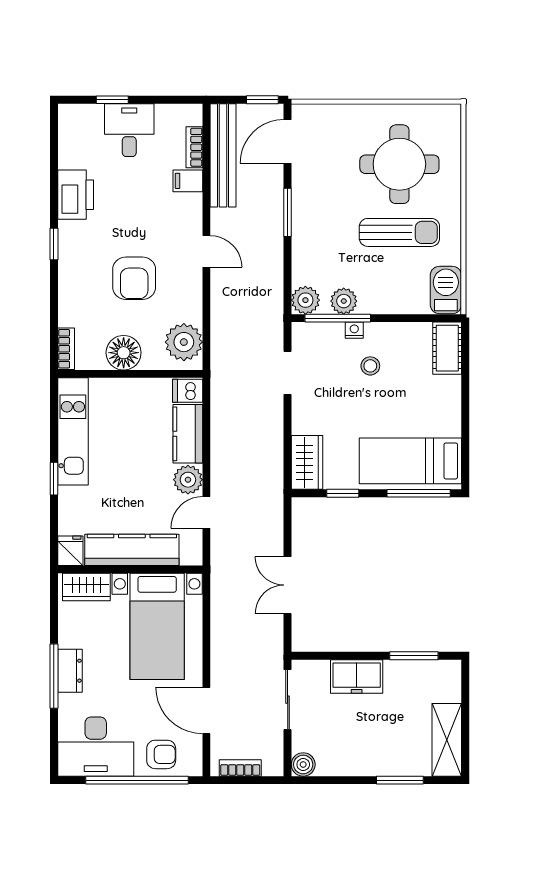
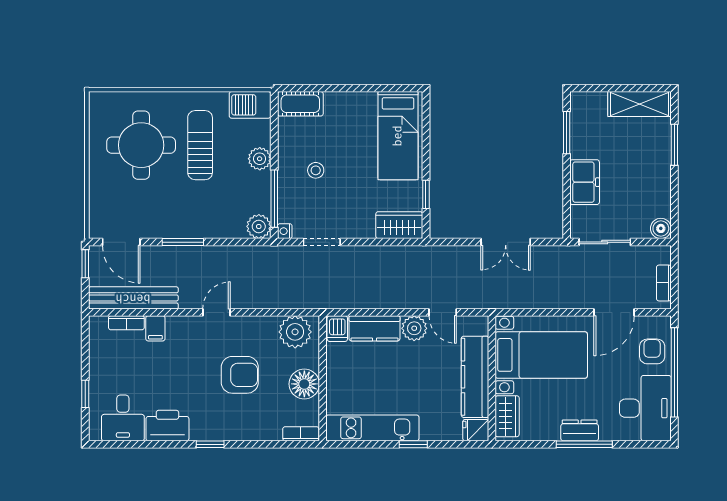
desk: (129, 130) -> (123, 418), moved, turned -90
plant: (344, 301) -> (260, 159), moved
nightstand: (354, 330) -> (285, 231), moved
window: (419, 493) -> (426, 129), removed

